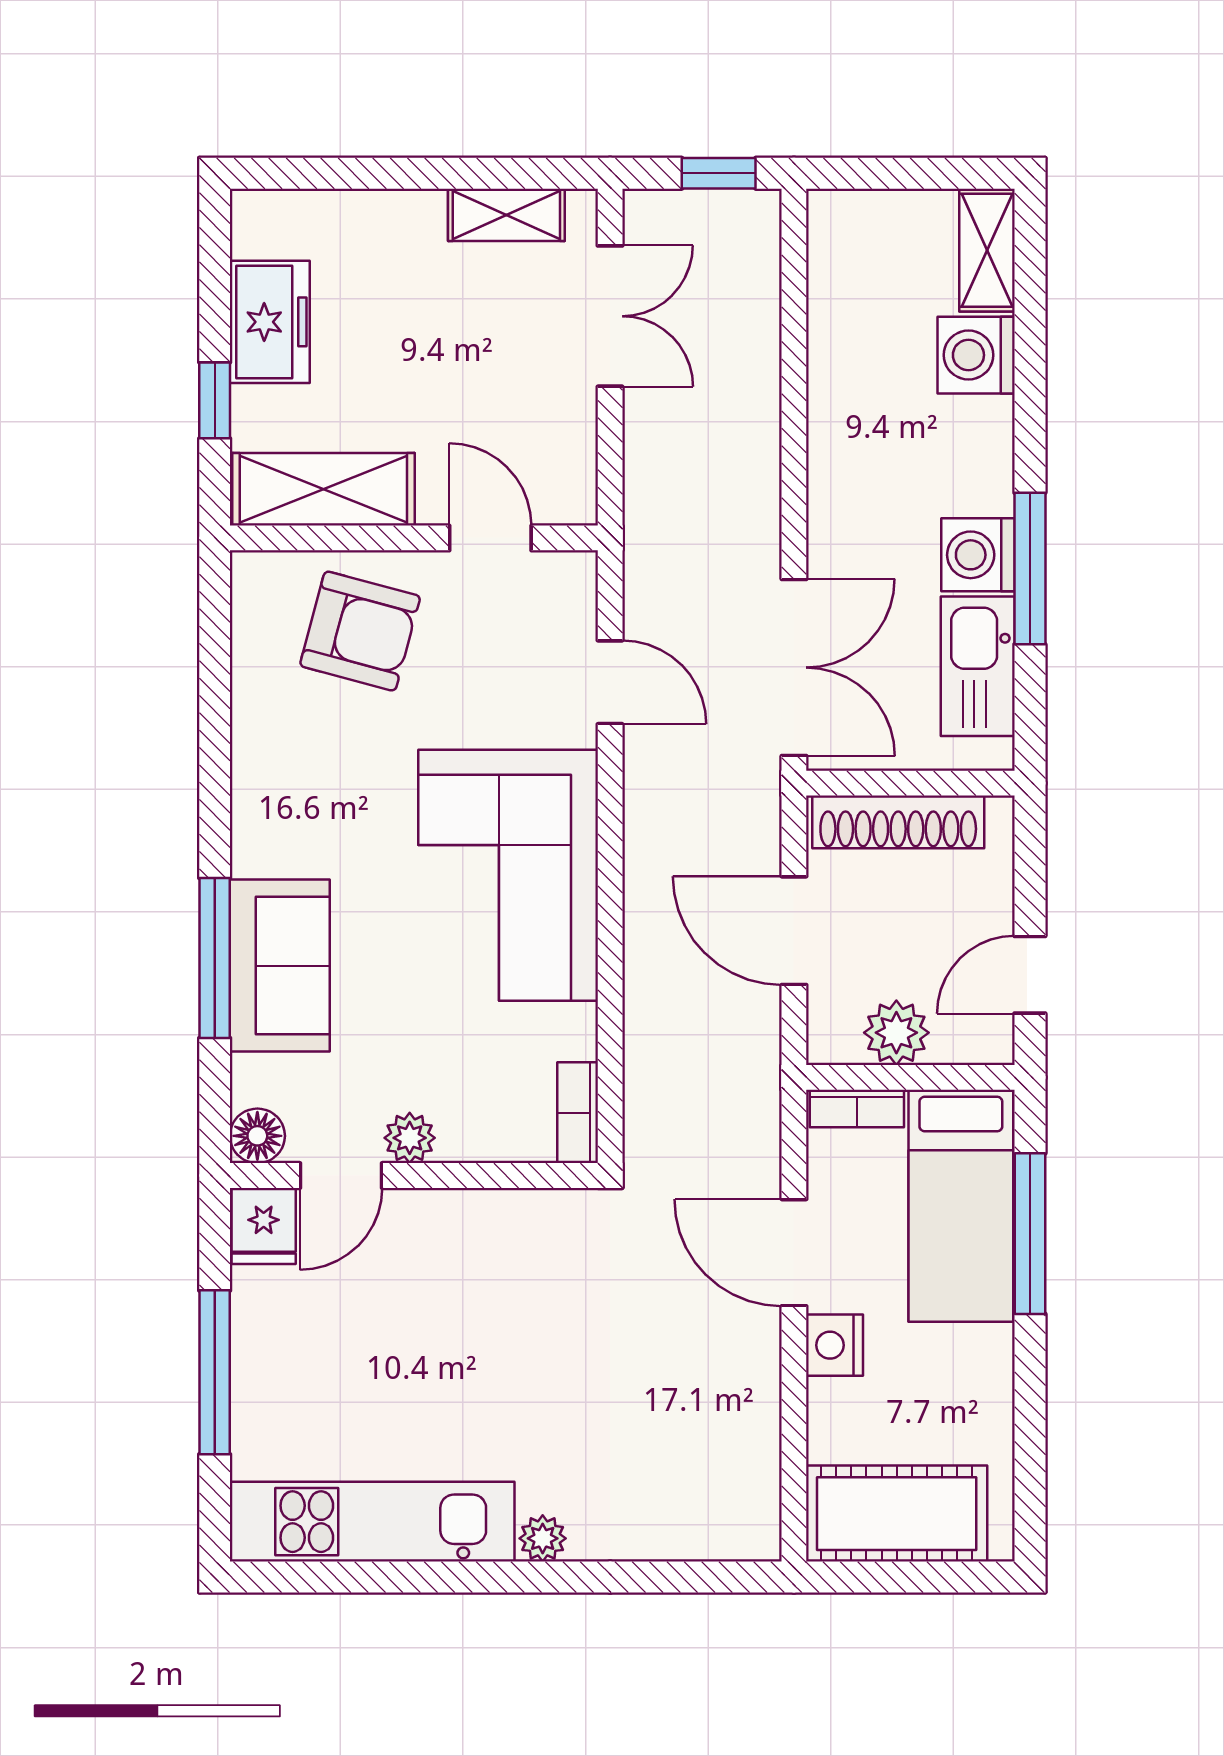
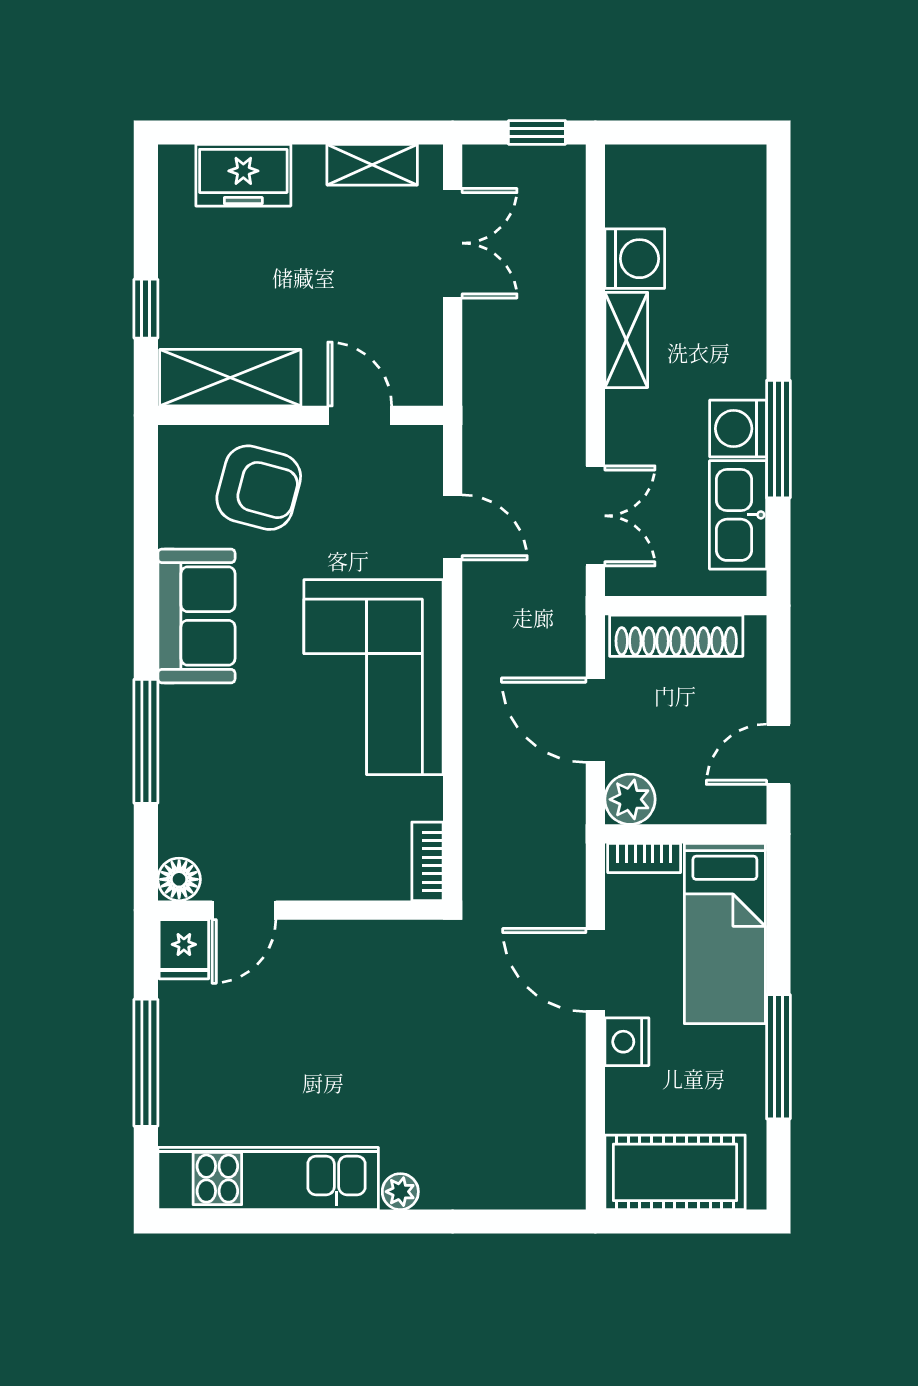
shelving: (987, 250) -> (626, 340), moved
freezer: (270, 322) -> (243, 175), moved, turned 90
washing machine: (976, 355) -> (635, 259), moved, turned 180
double door: (794, 667) -> (595, 516), width x0.73
sofa: (280, 966) -> (196, 616), moved
plant: (896, 1033) -> (630, 799), moved
plant: (410, 1138) -> (297, 881), removed
window: (1030, 1234) -> (778, 1057), moved

